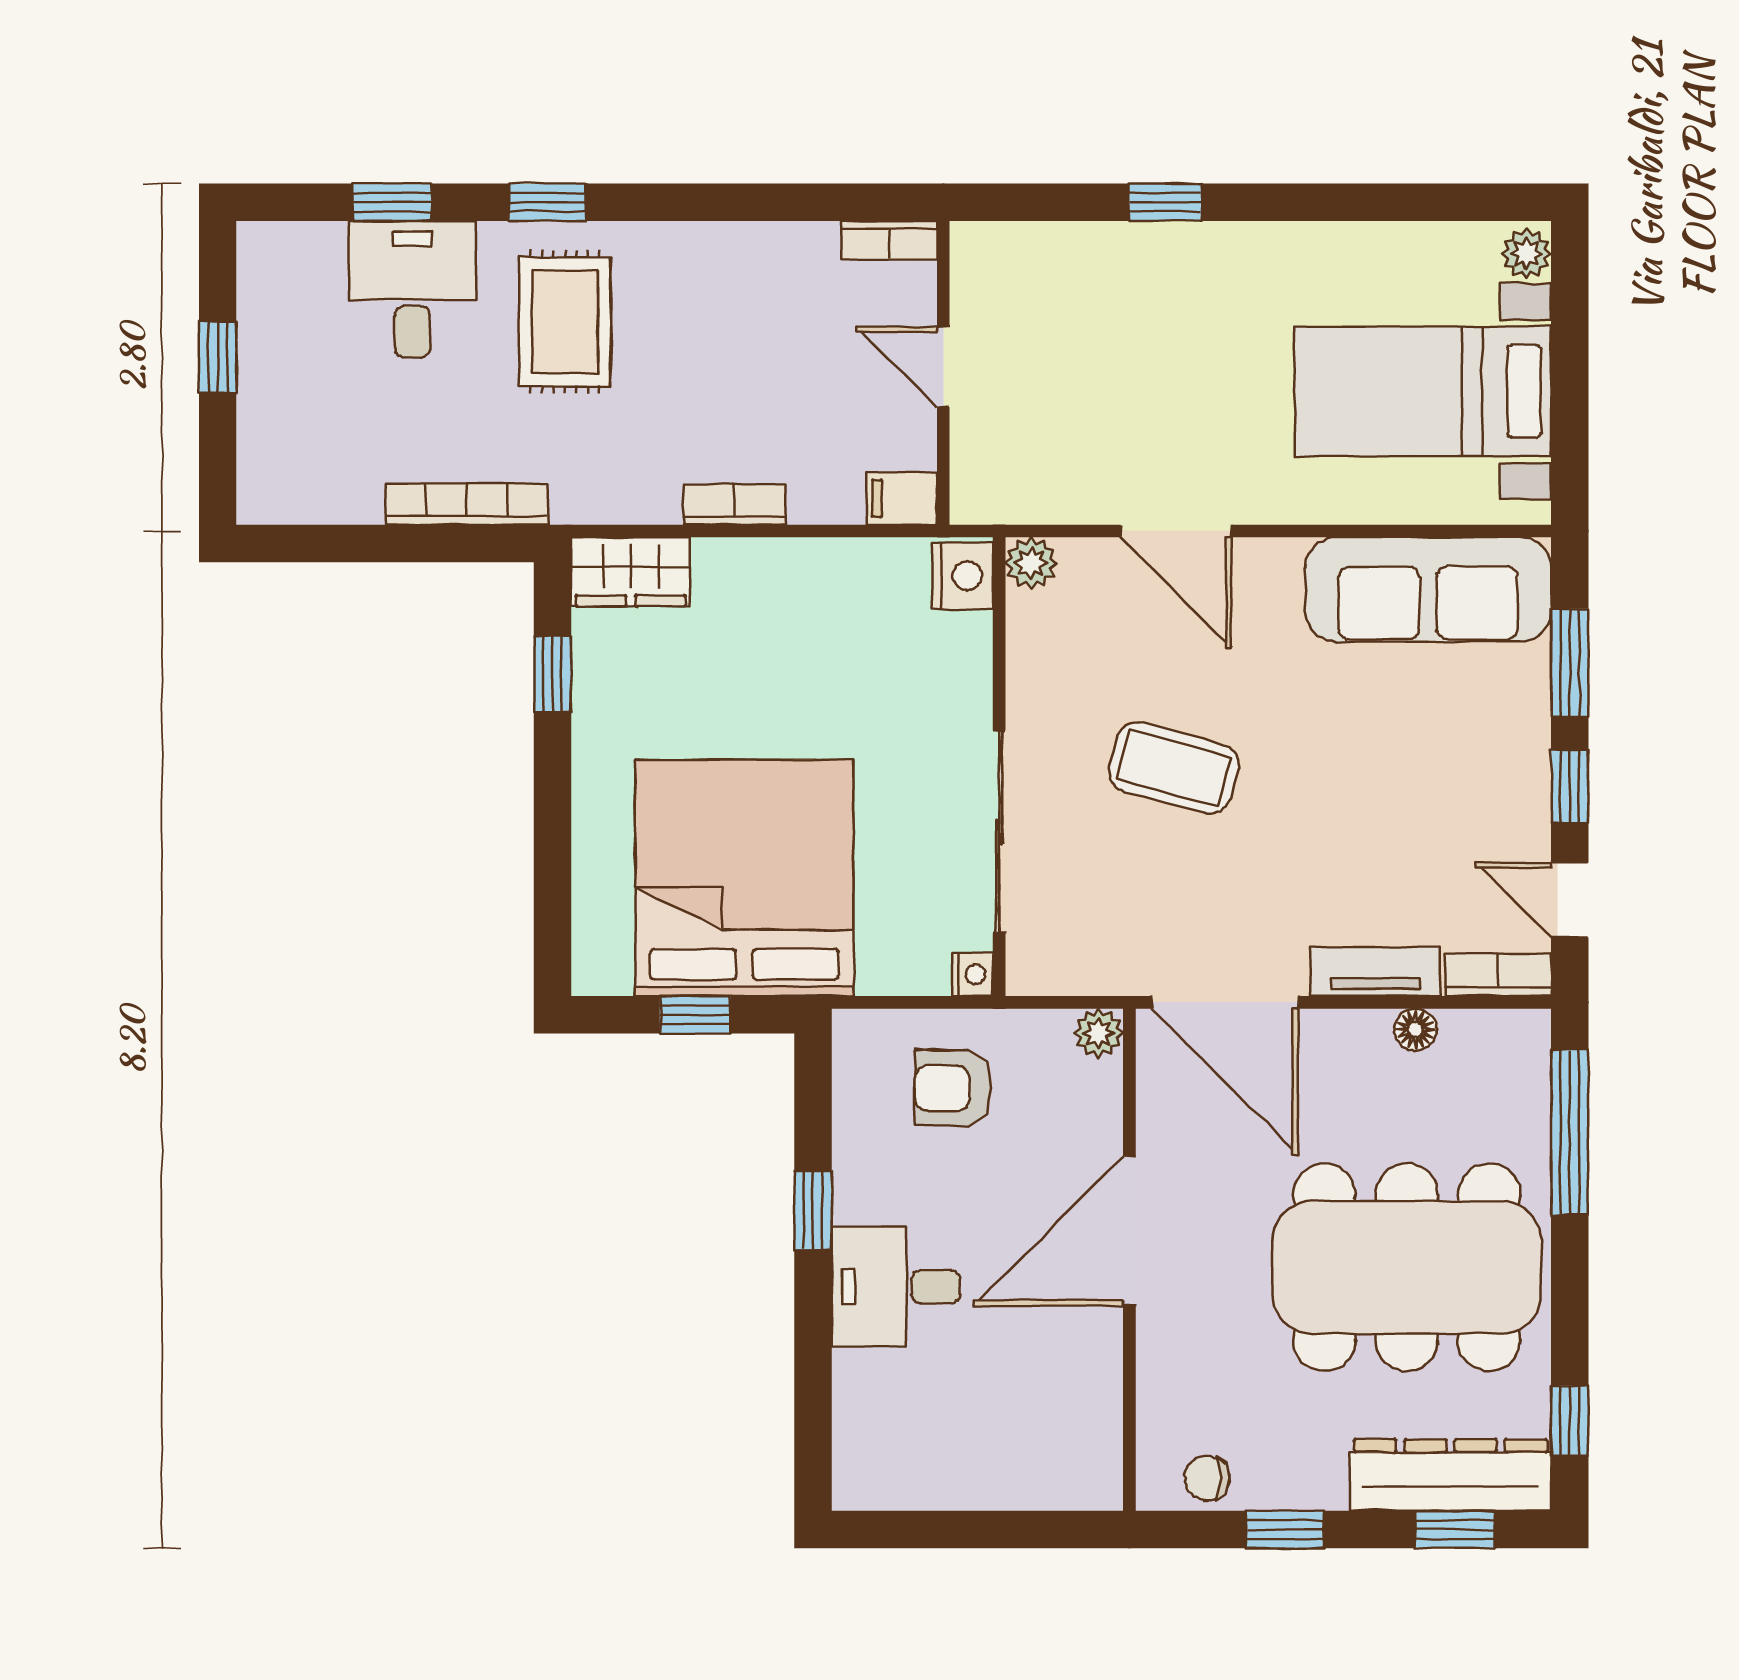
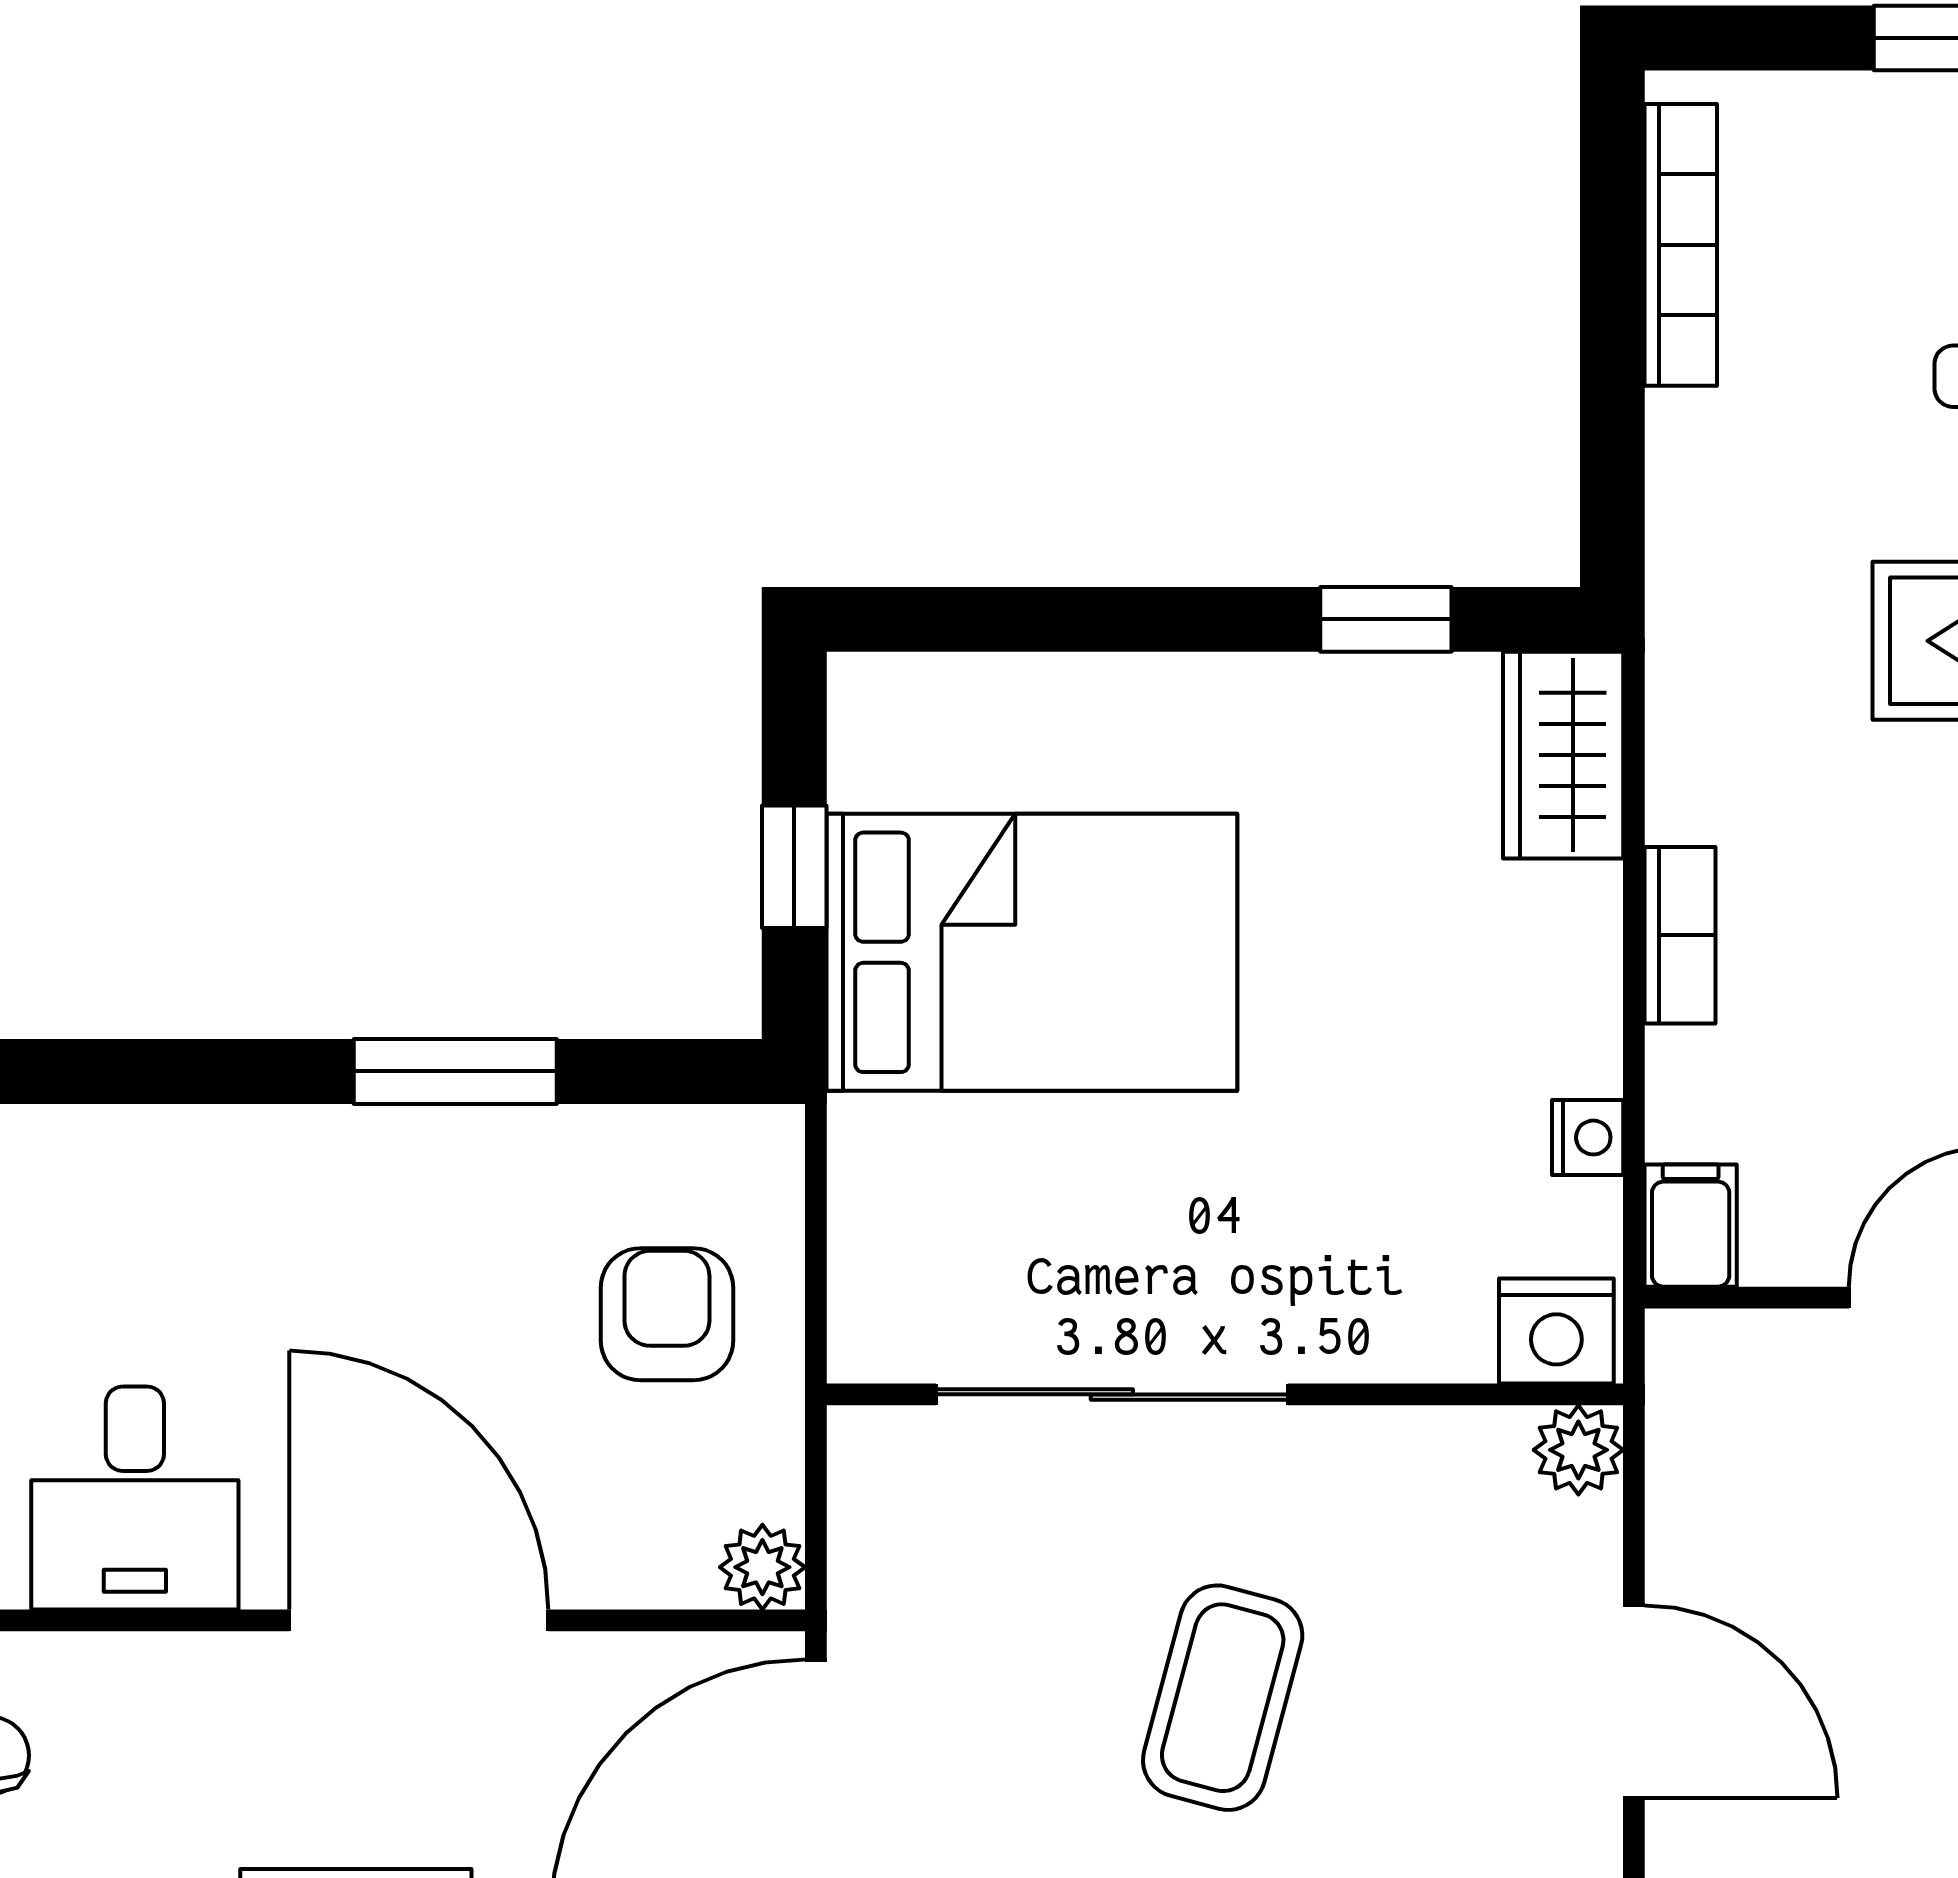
bookcase: (467, 504) -> (1681, 245), moved
door: (1176, 531) -> (1634, 1702), swing flipped
bed: (744, 878) -> (1032, 952), width x0.73
nightstand: (972, 974) -> (1588, 1138), moved, turned -90
window: (813, 1210) -> (455, 1071), width x1.50
desk: (896, 1287) -> (135, 1498), moved, turned 180

